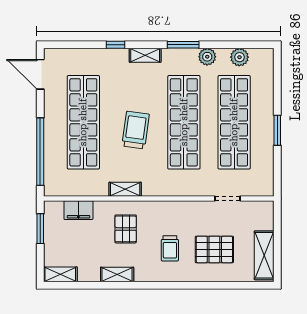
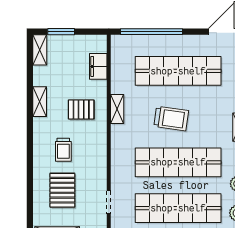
window: (40, 229) -> (61, 32), moved
trolley: (170, 248) -> (63, 150), turned -90

